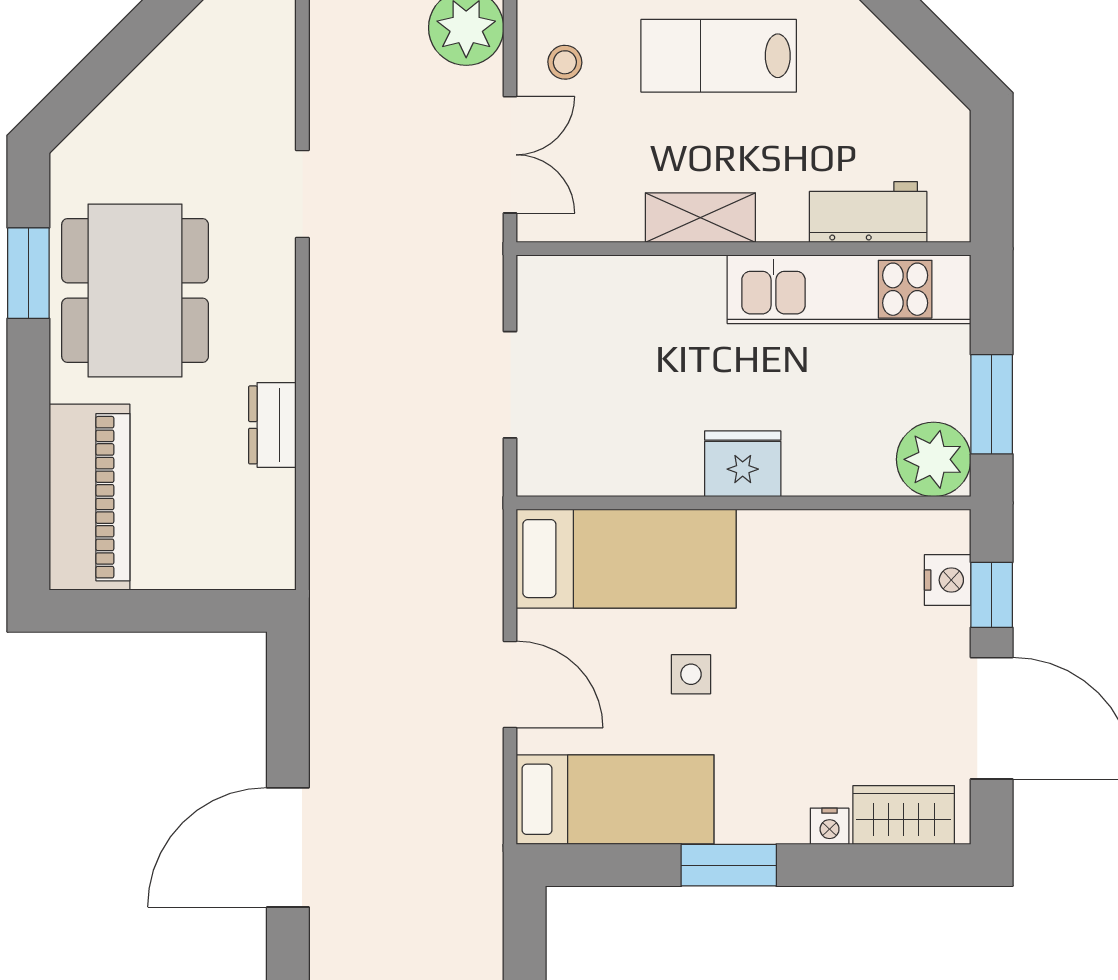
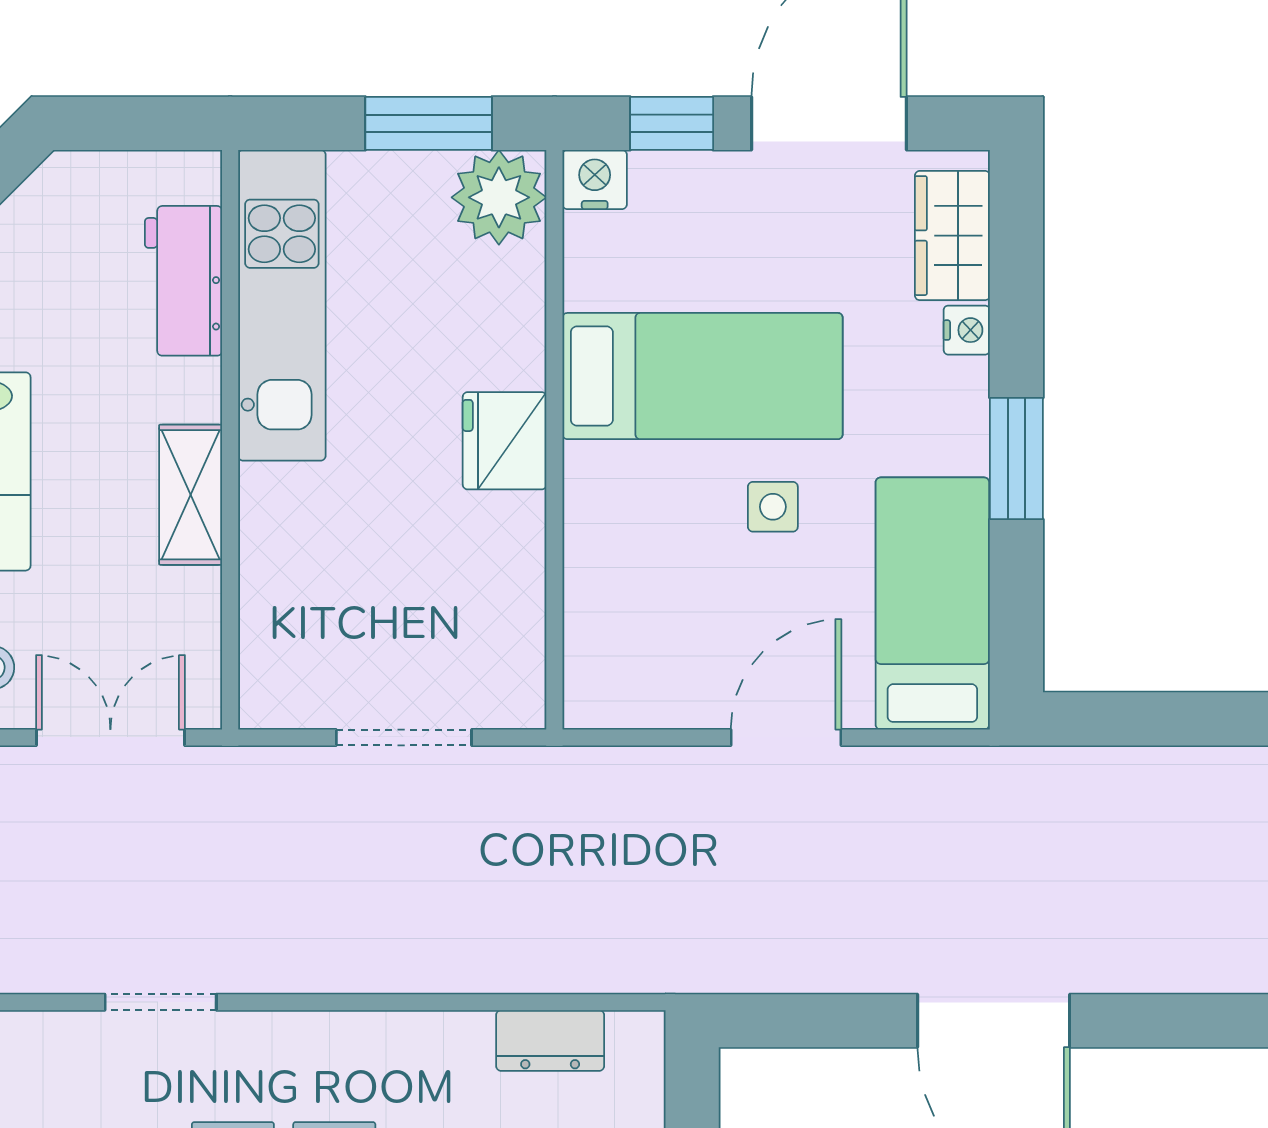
dresser: (272, 425) -> (550, 1041), moved
bed: (626, 559) -> (703, 376), moved, turned 90
nightstand: (948, 580) -> (595, 180), moved

